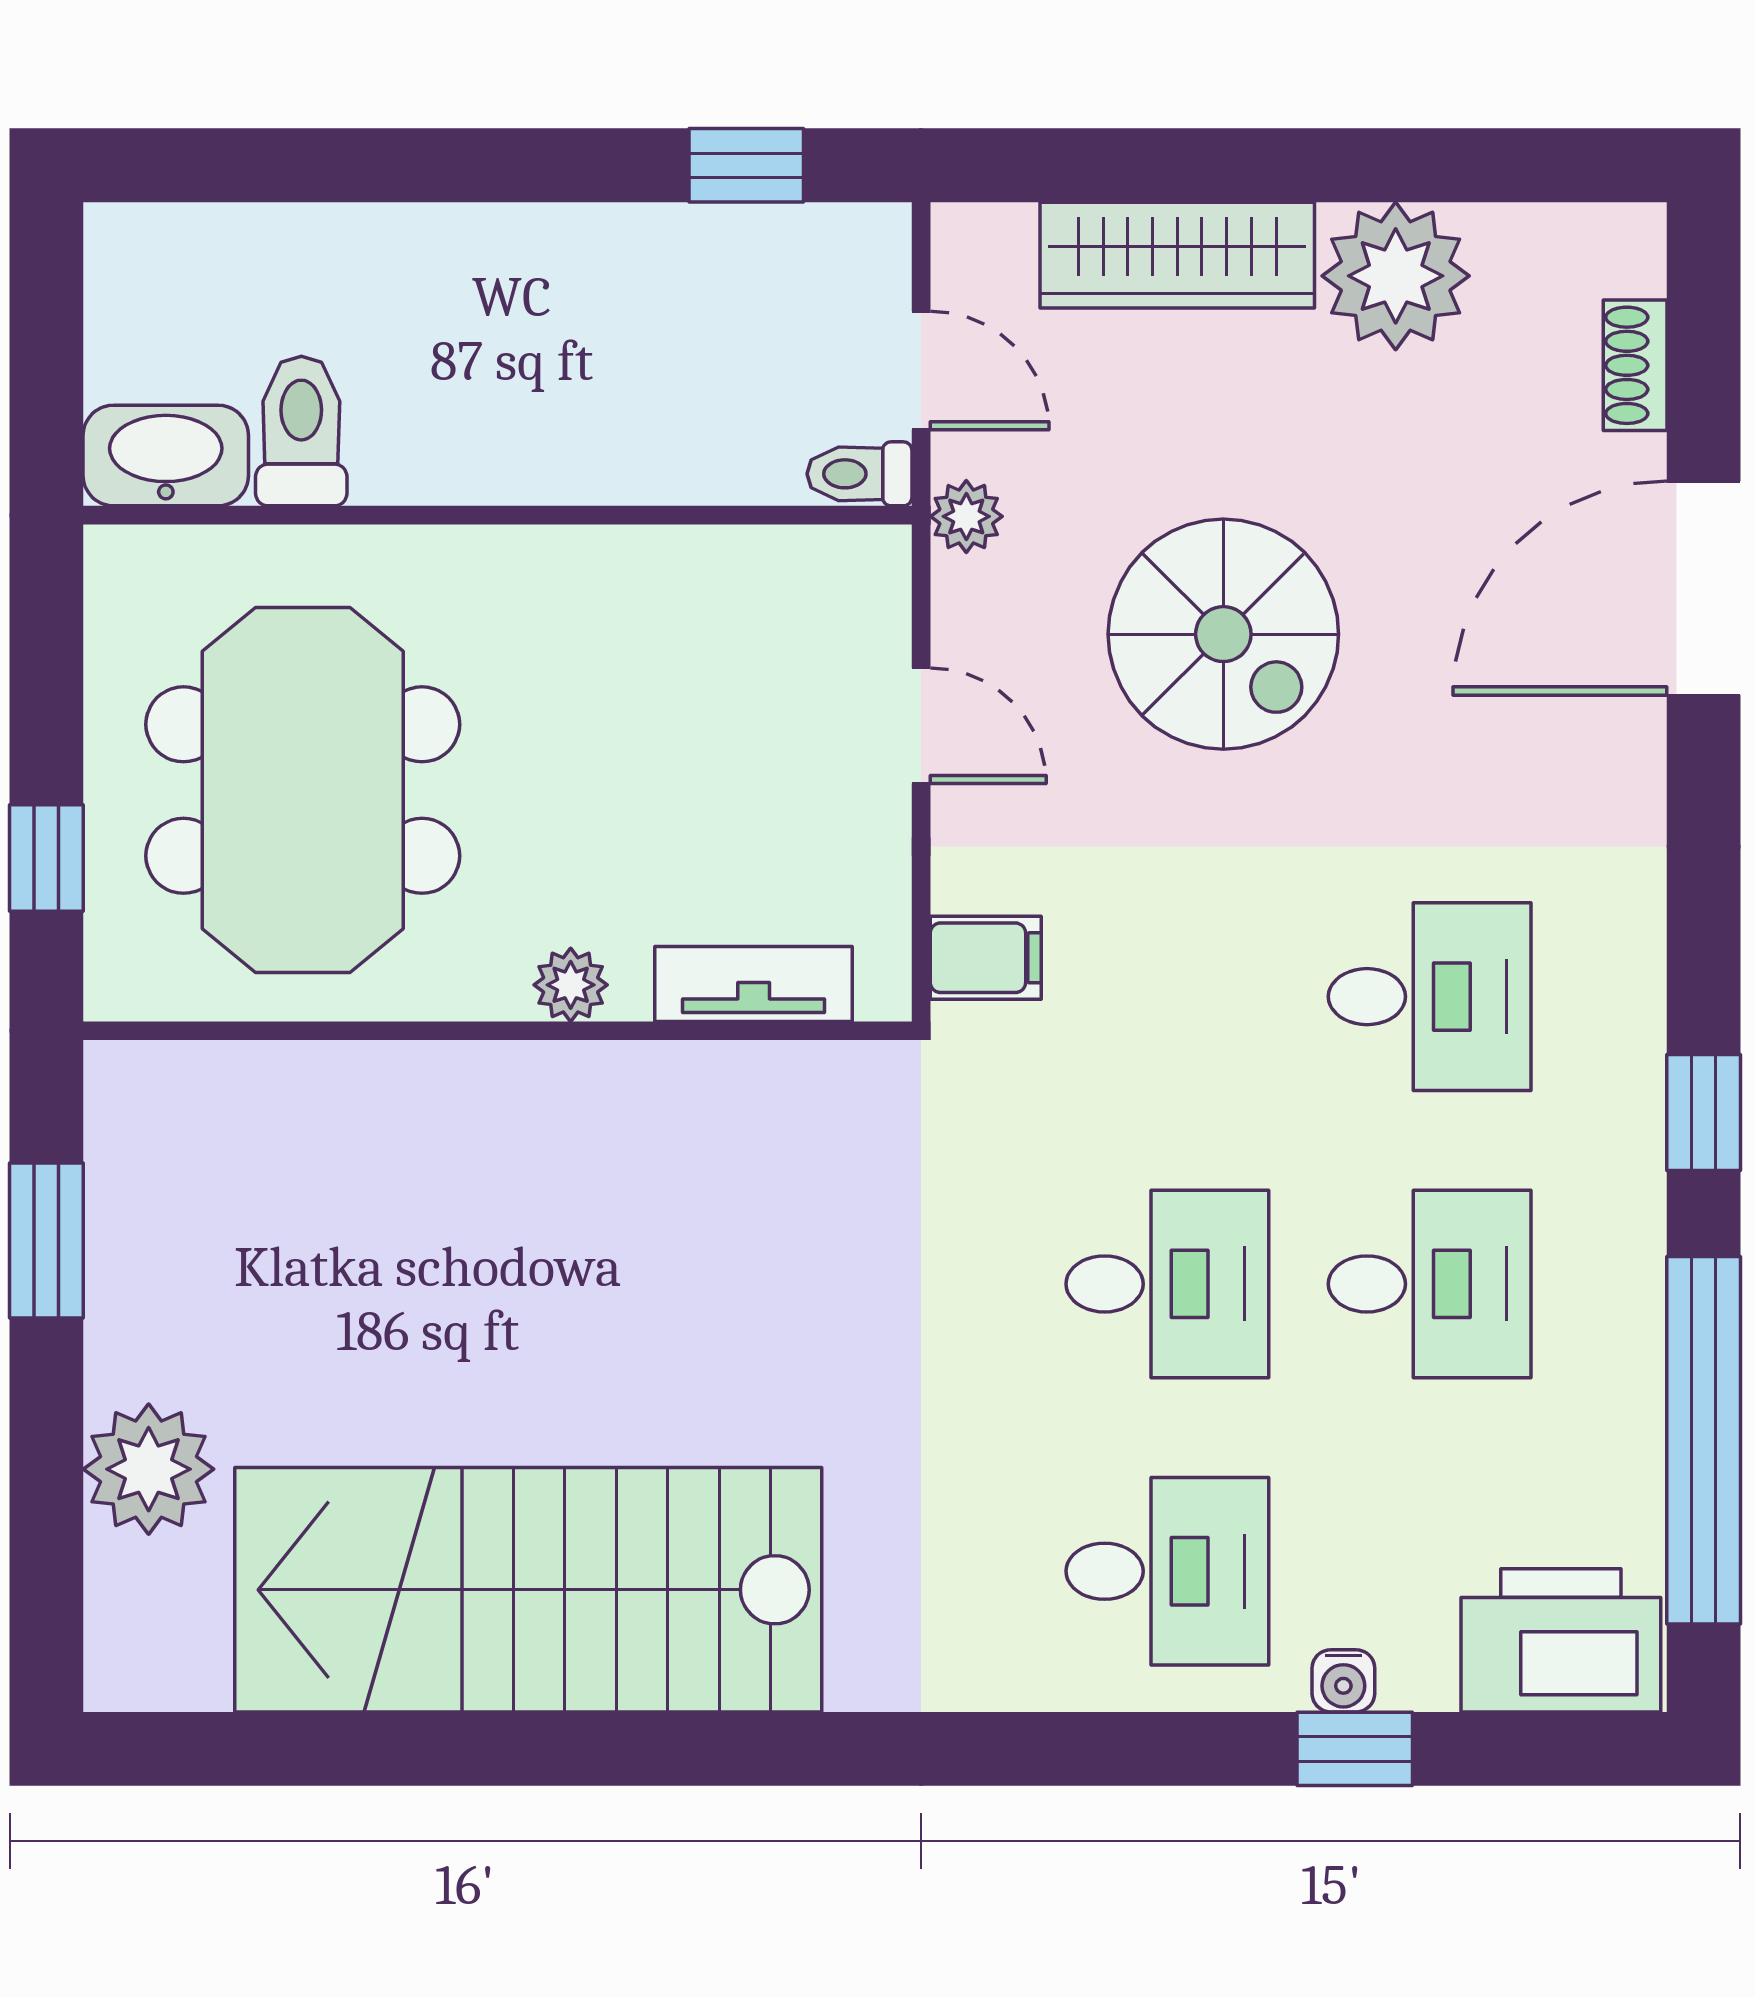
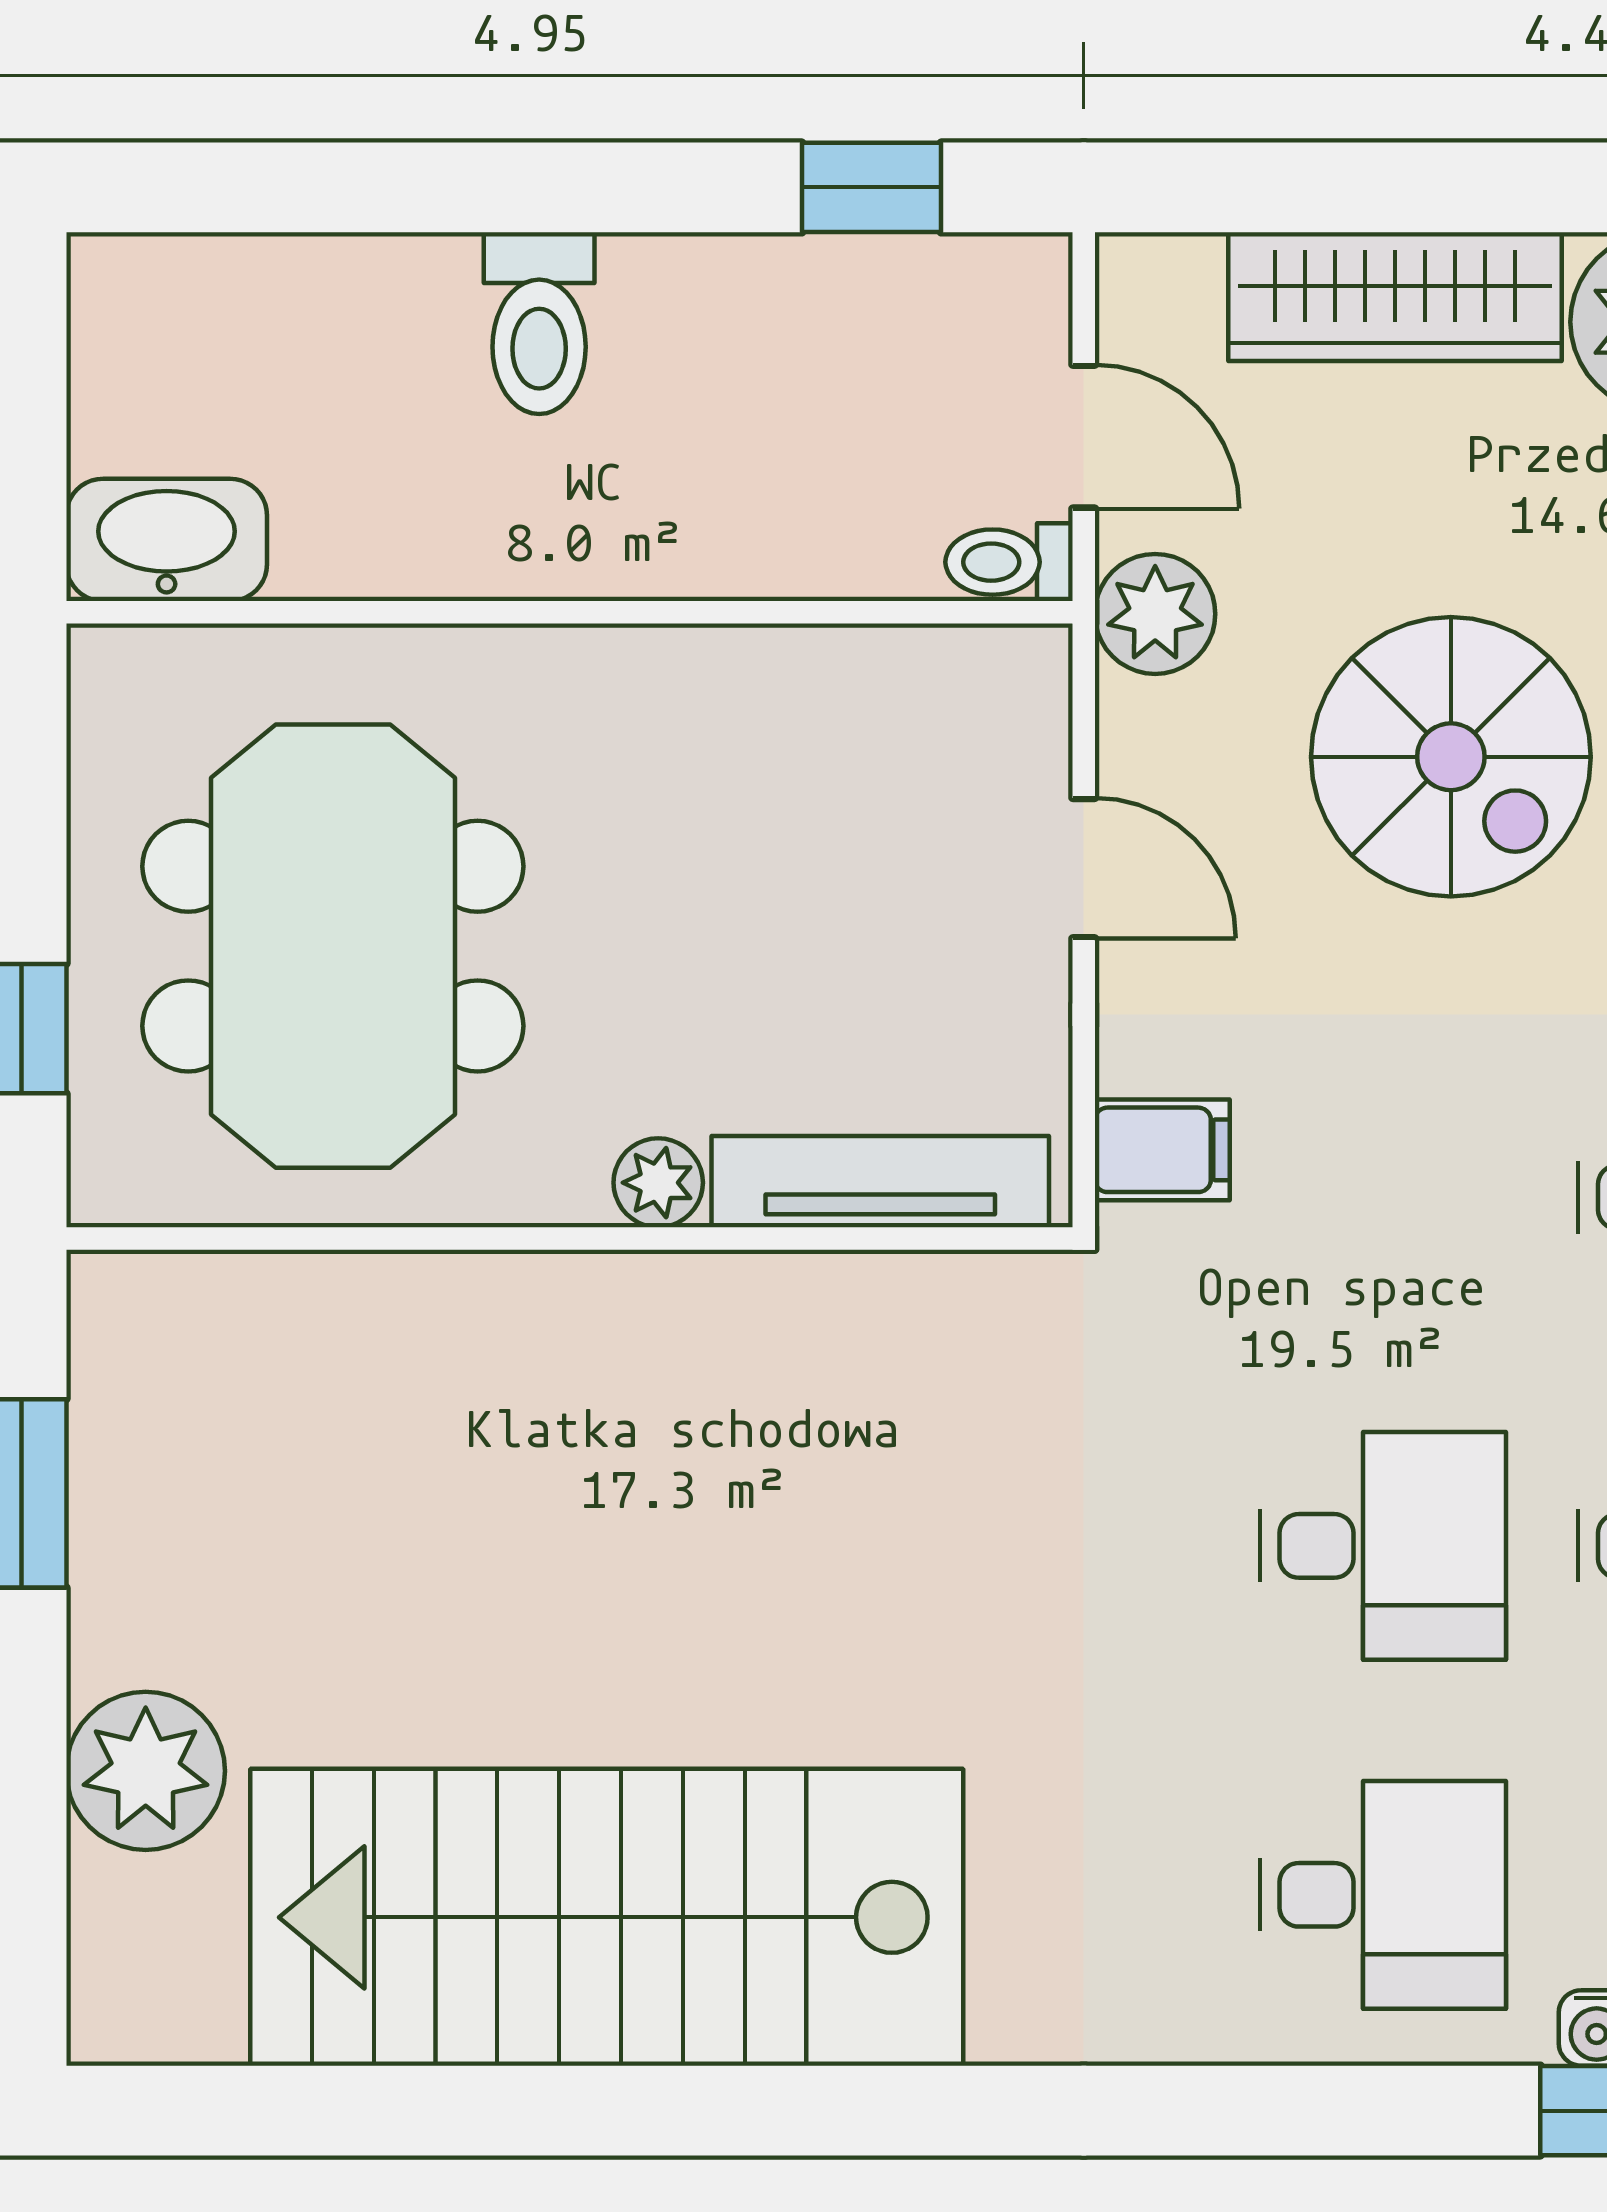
toilet: (301, 431) -> (539, 323), moved, turned 180
plant: (966, 516) -> (1155, 614), width x1.38, depth x1.38
tv unit: (754, 984) -> (880, 1182), width x1.41

